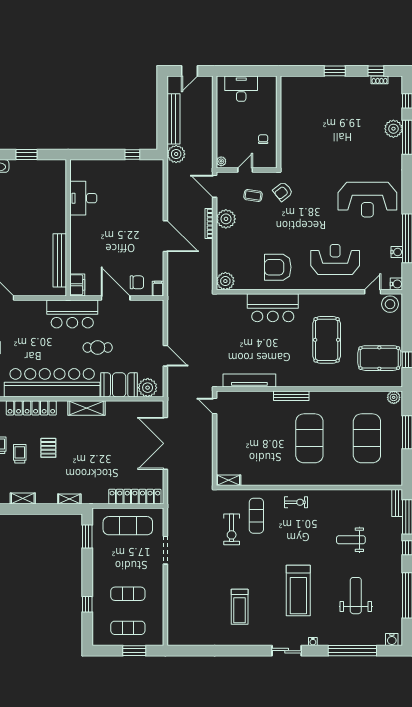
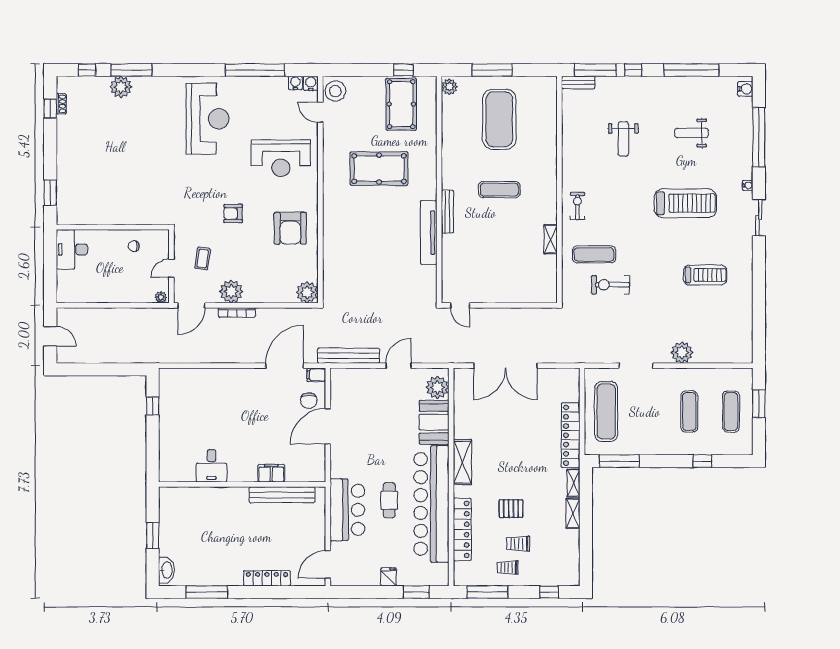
window: (335, 71) -> (50, 193), moved
desk: (241, 89) -> (72, 249), moved
bench: (174, 119) -> (348, 356), moved
plant: (176, 154) -> (682, 352), moved
door: (245, 170) -> (171, 268), hinge flipped
armchair: (283, 192) -> (233, 214), moved, turned 128
desk: (83, 198) -> (211, 466), width x0.73
door: (165, 236) -> (285, 366), moved
water cooler: (397, 252) -> (295, 83), moved
reception desk: (335, 259) -> (281, 158), turned -90
chair: (137, 282) -> (309, 400), turned 180
filing cabinet: (77, 285) -> (271, 473), moved
bar counter: (273, 308) -> (340, 234), removed
bar counter: (72, 314) -> (347, 510), moved
cafe table: (98, 348) -> (389, 500), moved
tv unit: (249, 380) -> (429, 233), moved
door: (215, 406) -> (460, 305), hinge flipped
exercise mat: (309, 438) -> (499, 190), width x0.50, depth x0.69
exercise mat: (367, 438) -> (499, 119), turned 90
shelving: (228, 480) -> (551, 239), moved
locker: (135, 497) -> (571, 435), moved
shelving: (23, 499) -> (573, 513), moved
exercise bike: (232, 529) -> (611, 285), turned 180
window: (87, 537) -> (619, 461), width x1.44
weight bench: (356, 596) -> (692, 133), width x0.73, depth x0.75

